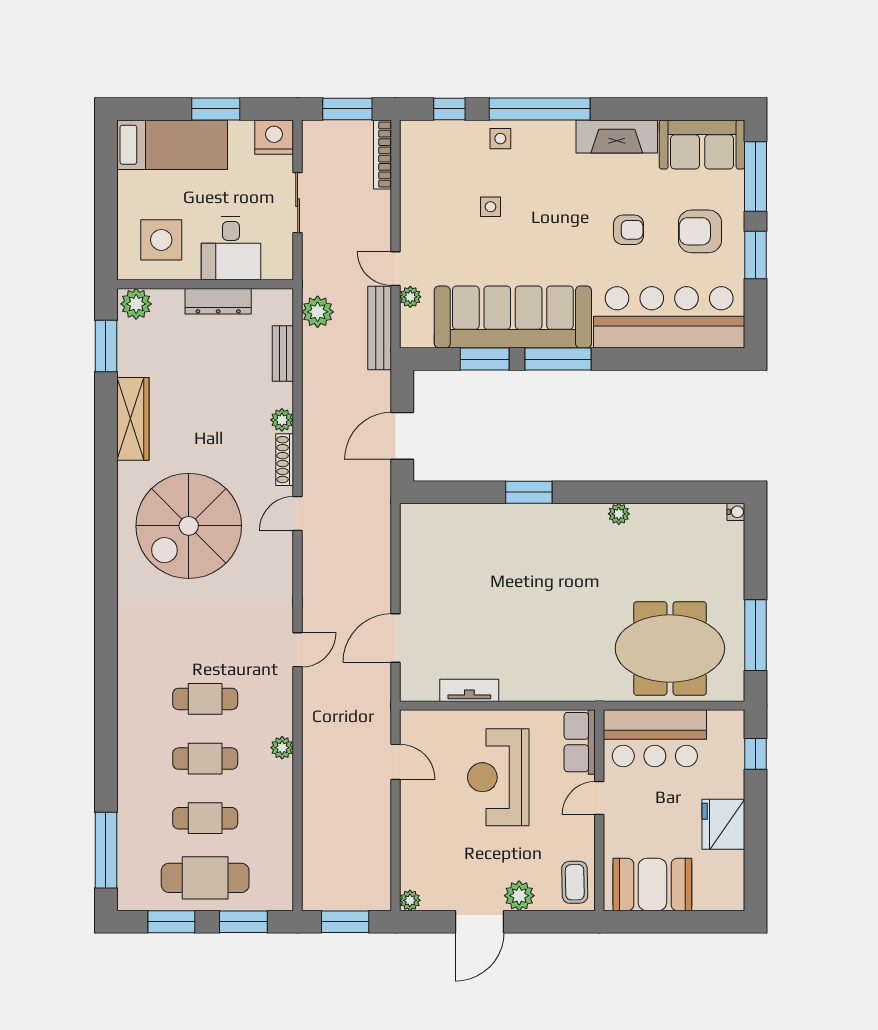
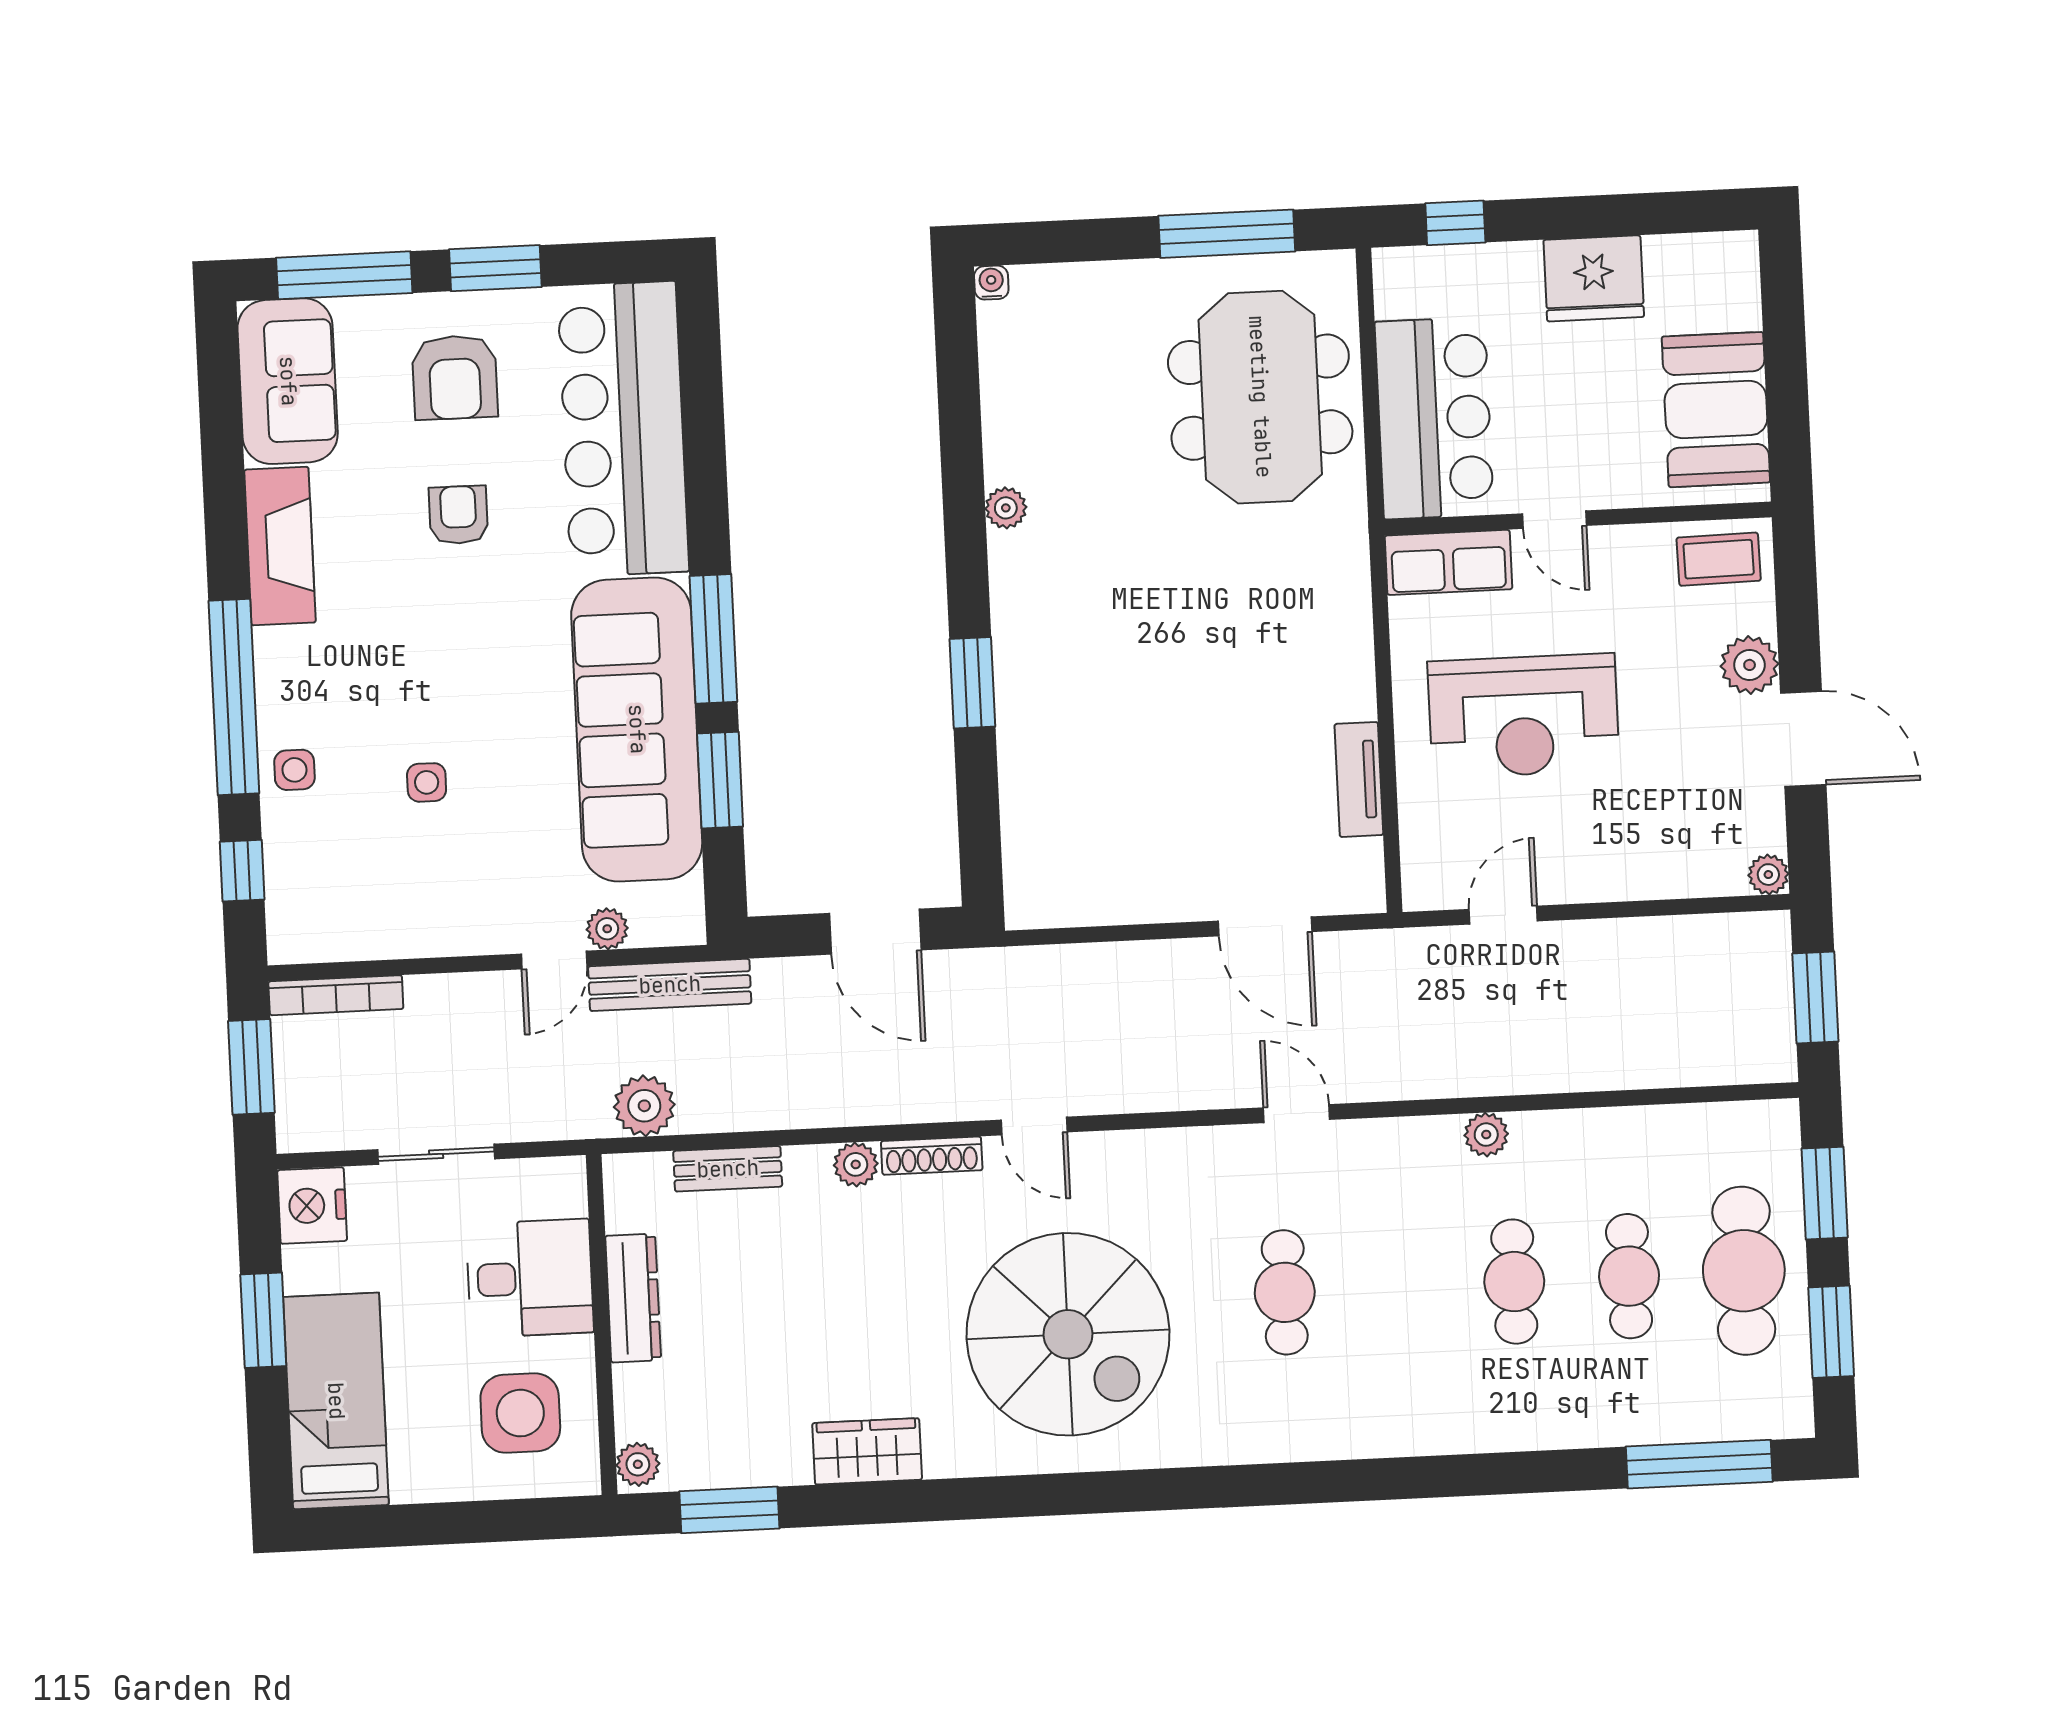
plant: (136, 304) -> (638, 1464), width x0.73, depth x0.73
wardrobe: (133, 419) -> (867, 1451), width x0.67
cafe table: (205, 699) -> (1285, 1292), moved

